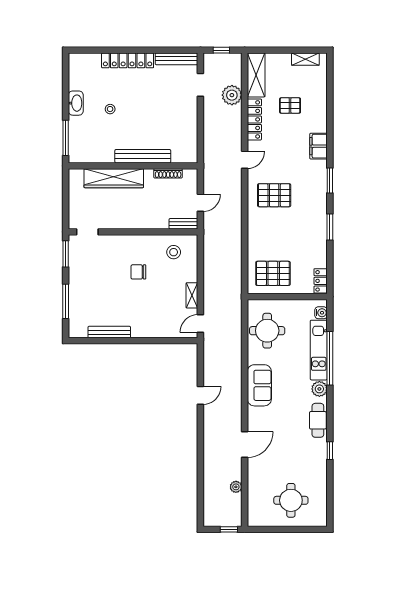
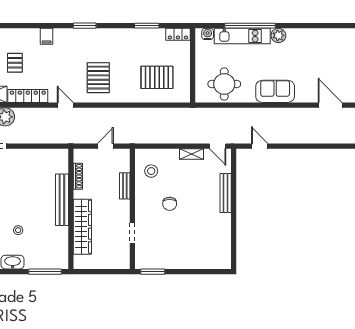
filing cabinet: (318, 146) -> (47, 36), width x0.50
door: (200, 203) -> (105, 146), hinge flipped
bench: (183, 224) -> (125, 186), moved
window: (330, 227) -> (147, 26), moved
doorway: (87, 232) -> (132, 233), moved
pallet: (273, 273) -> (157, 77), moved, turned 90
window: (66, 301) -> (197, 272), removed
bench: (109, 332) -> (226, 193), moved
door: (200, 395) -> (260, 146), moved
cafe table: (318, 420) -> (308, 37), removed
window: (330, 451) -> (336, 26), removed

